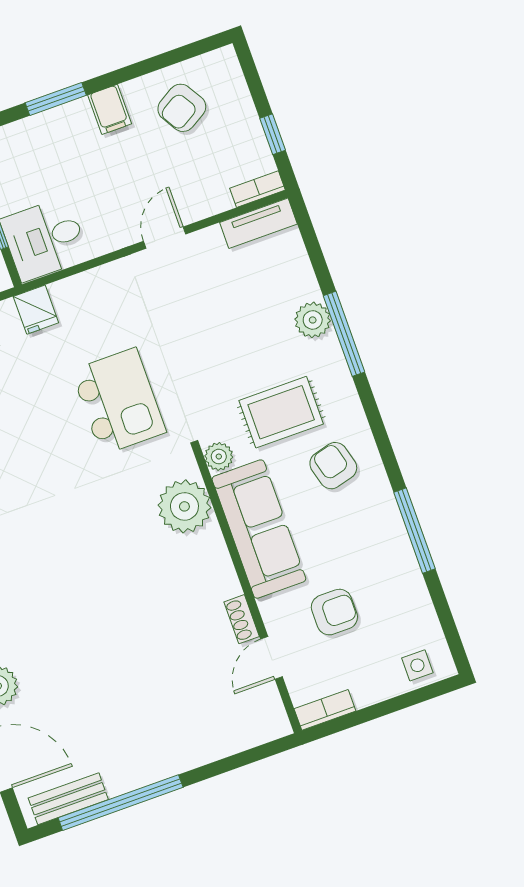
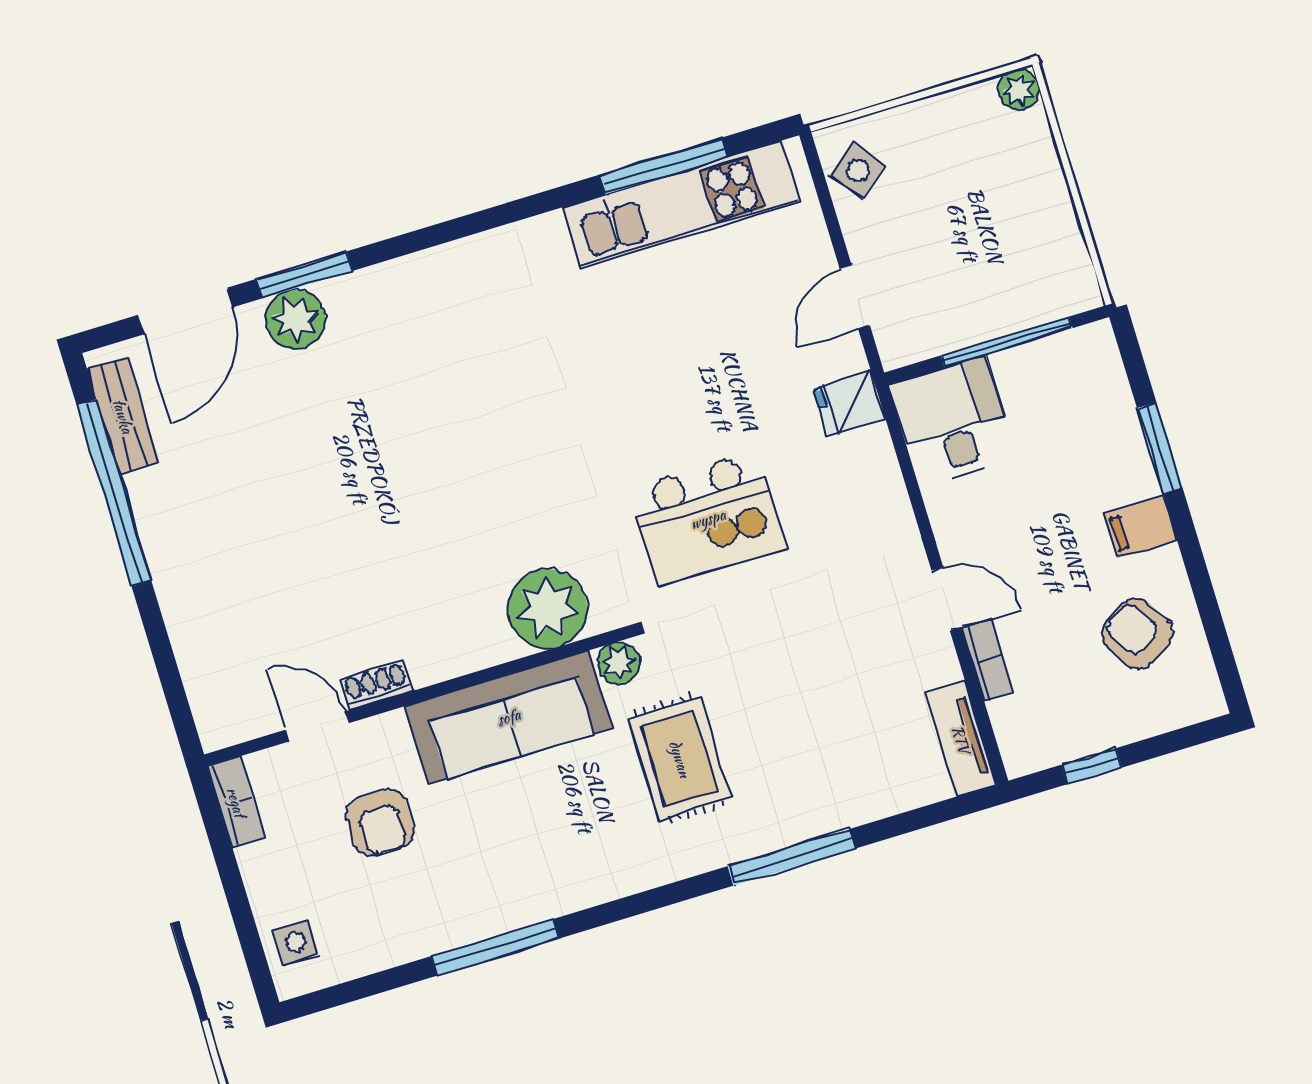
bookcase: (257, 189) -> (987, 660), moved
plant: (313, 320) -> (814, 812), removed
armchair: (333, 466) -> (597, 832), removed

